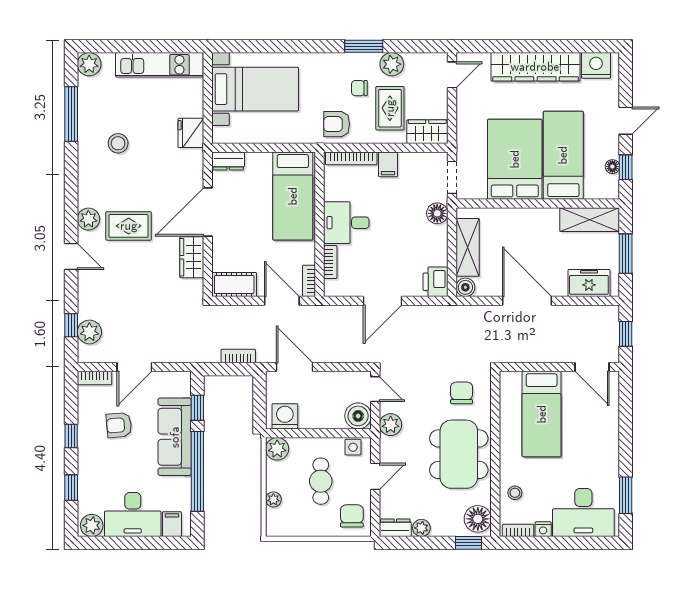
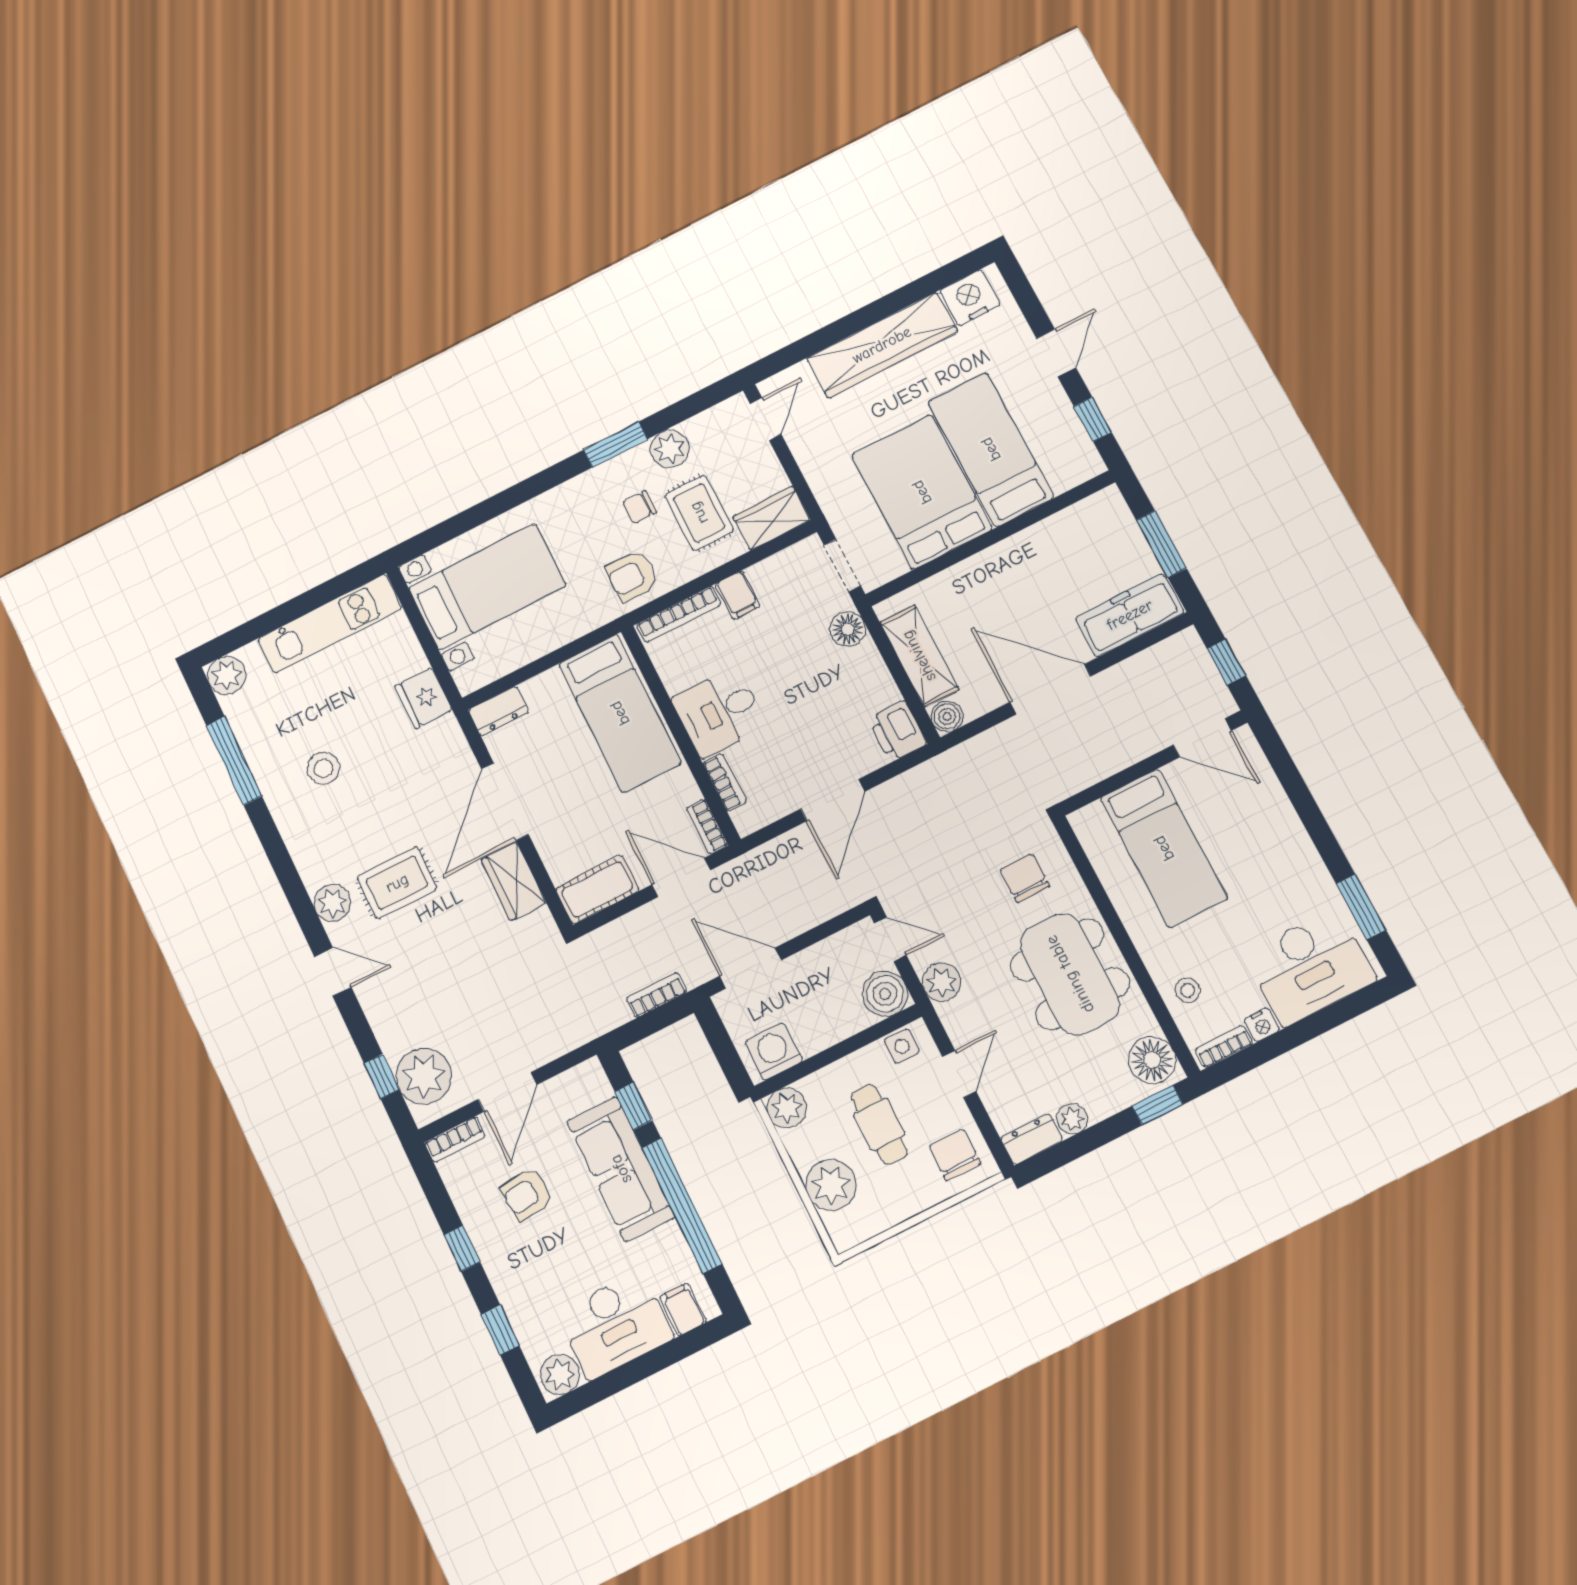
floor lamp: (612, 167) -> (1072, 428), removed
shelving: (590, 220) -> (1080, 522), removed
freezer: (589, 283) -> (1130, 615), width x1.40
plant: (89, 332) -> (424, 1076), width x1.36, depth x1.36
plant: (273, 499) -> (831, 1185), width x1.87, depth x1.87

